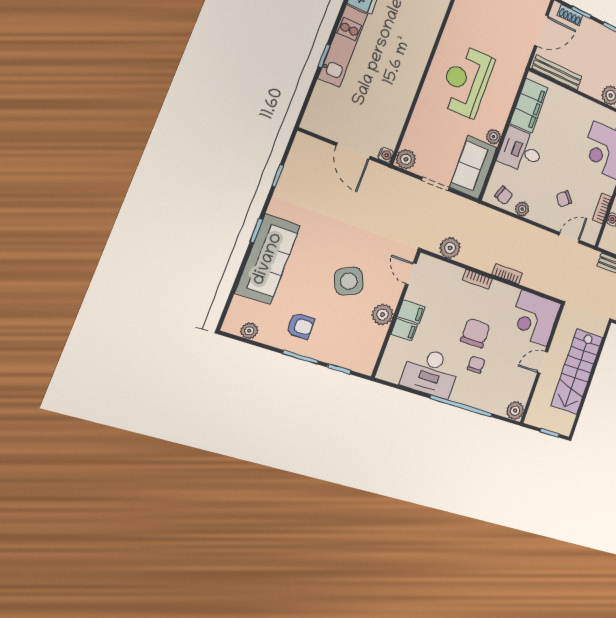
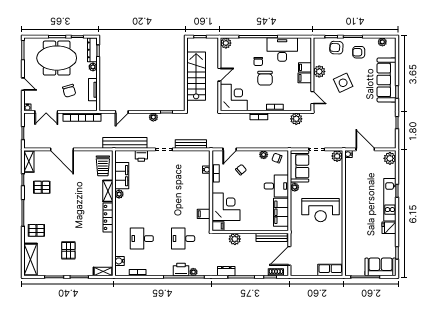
reception desk: (466, 81) -> (321, 210), turned 90
plant: (315, 118) -> (390, 158), added
armchair: (337, 347) -> (336, 48), added

